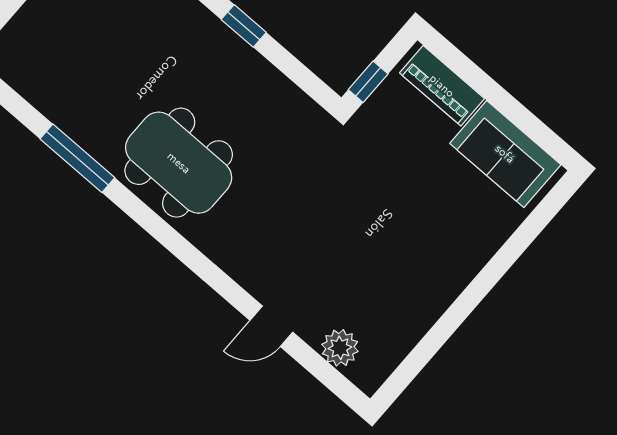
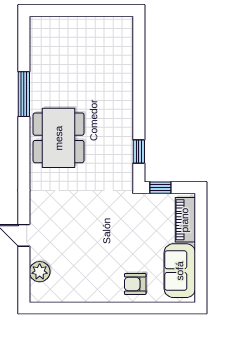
window: (244, 26) -> (139, 151), moved
armchair: (471, 231) -> (135, 284), added

